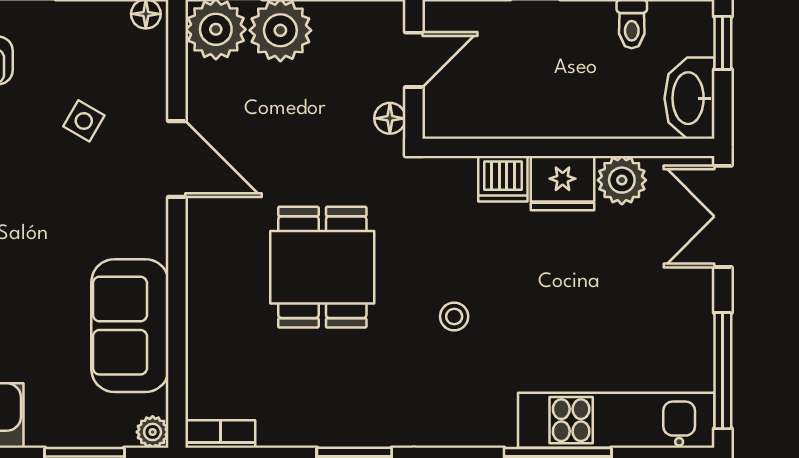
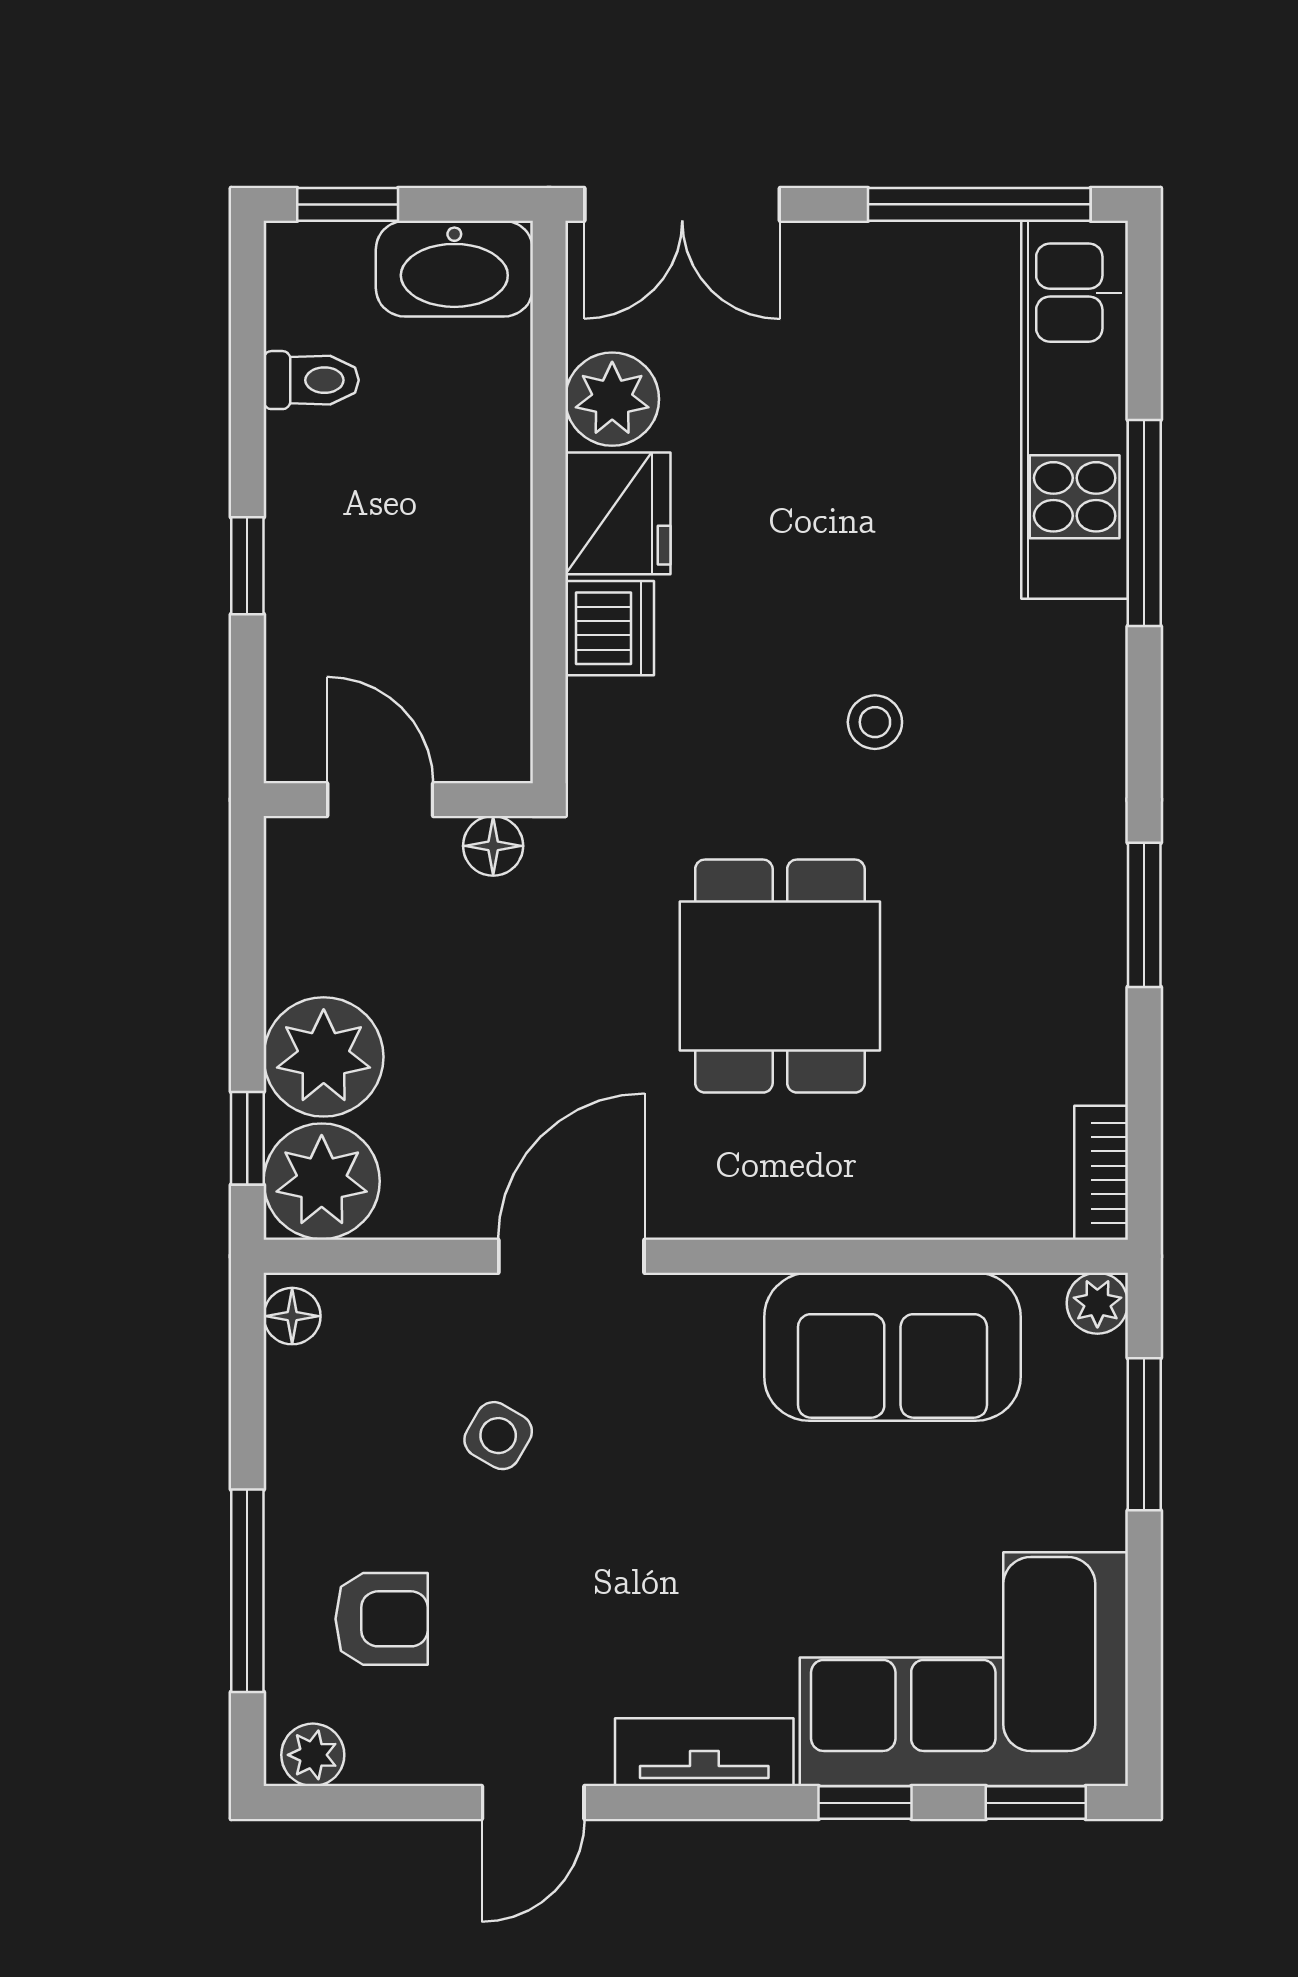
dining table: (322, 267) -> (780, 976), turned 90

